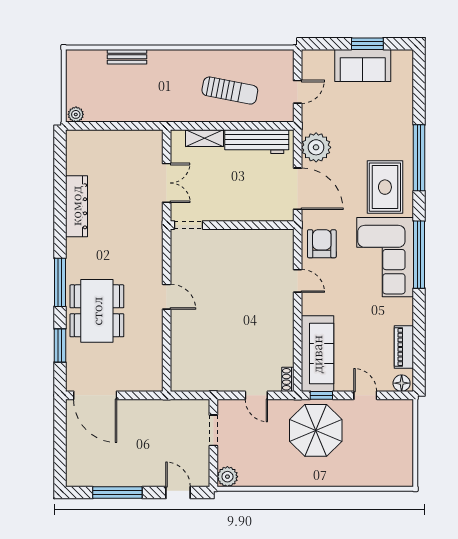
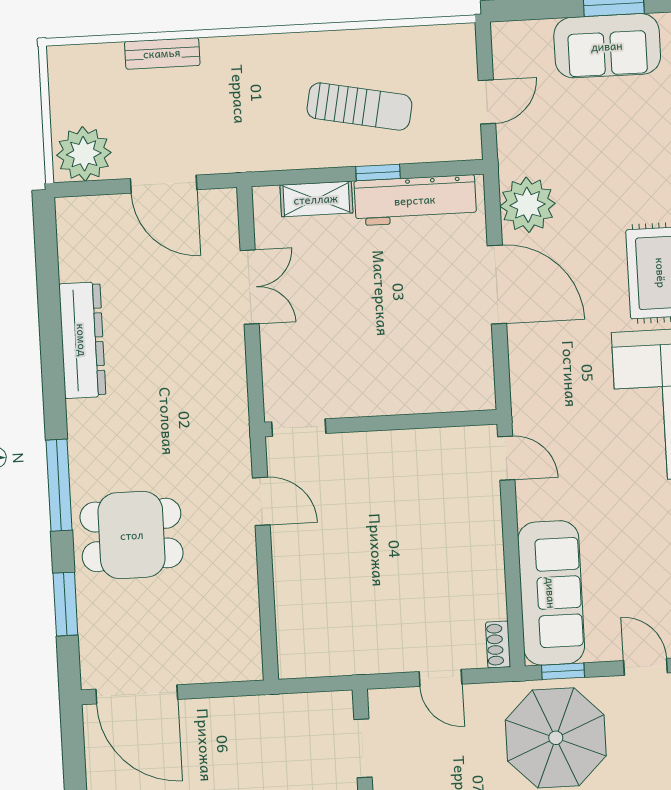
plant: (76, 114) -> (84, 154), width x1.88, depth x1.88
door: (124, 126) -> (164, 184), added
window: (238, 126) -> (378, 172), added
doorway: (189, 225) -> (299, 428), moved
wall: (232, 225) -> (381, 423), moved
armchair: (322, 244) -> (548, 386), removed
dining table: (97, 311) -> (132, 535), width x0.73

